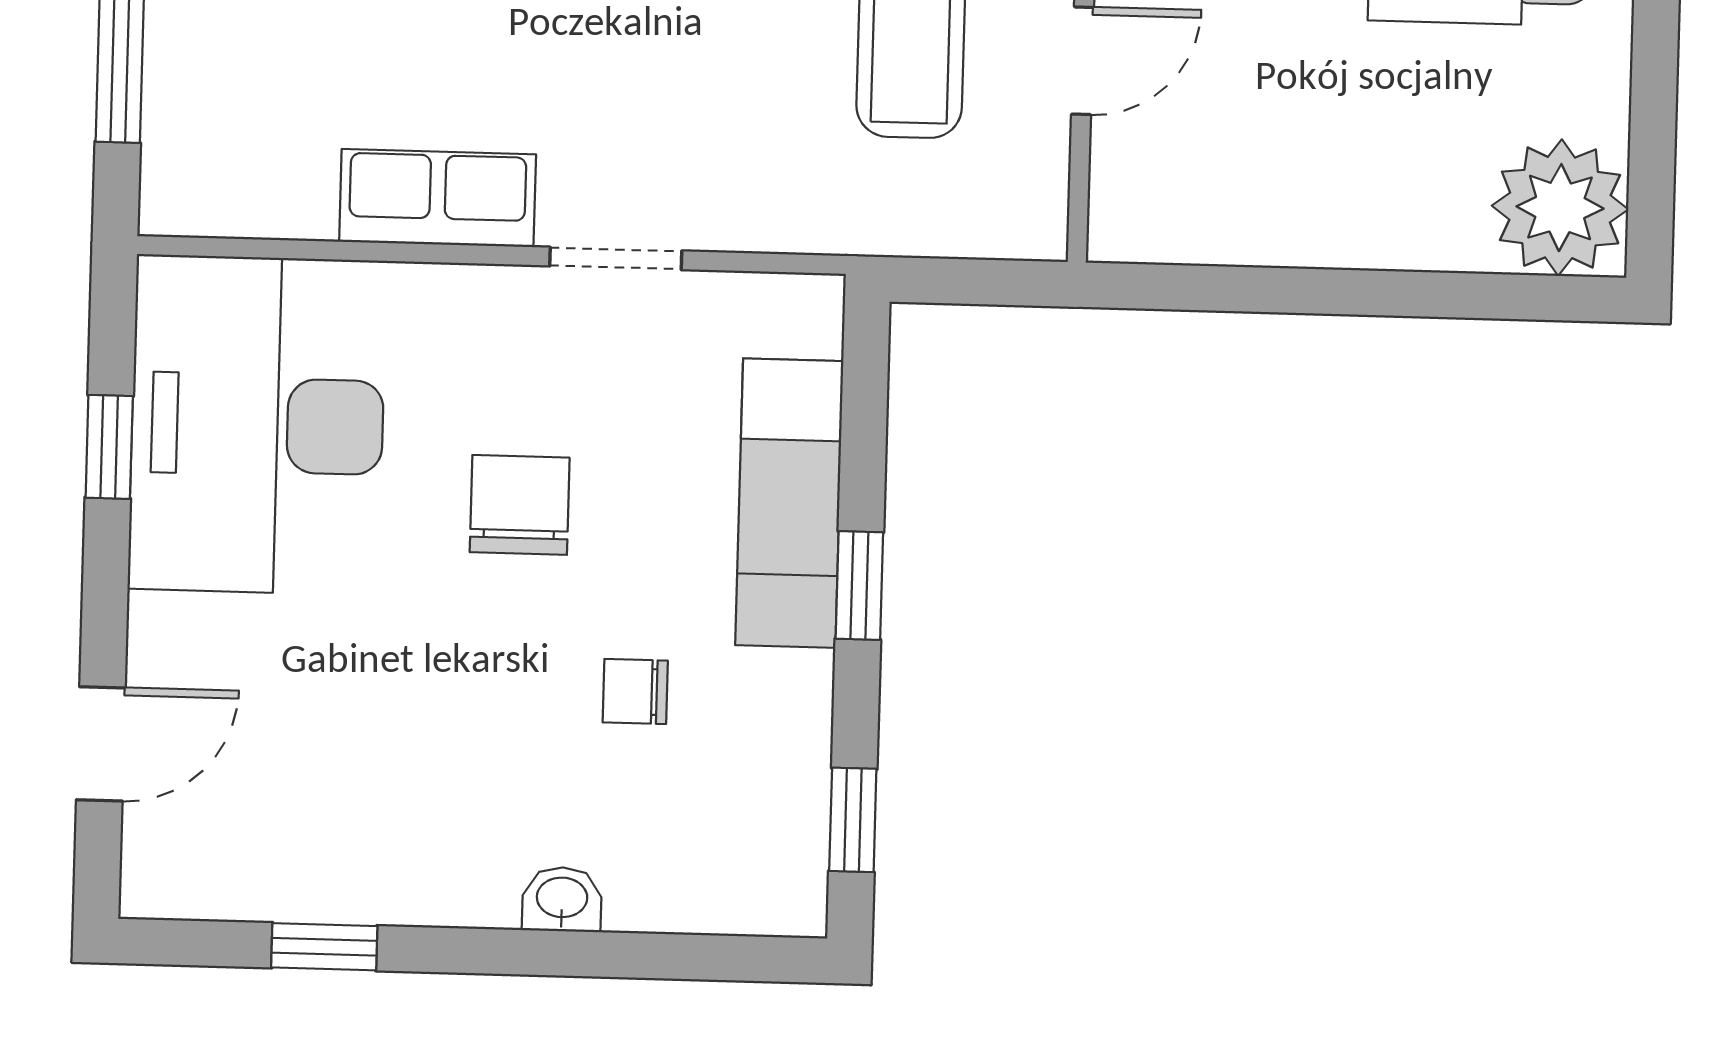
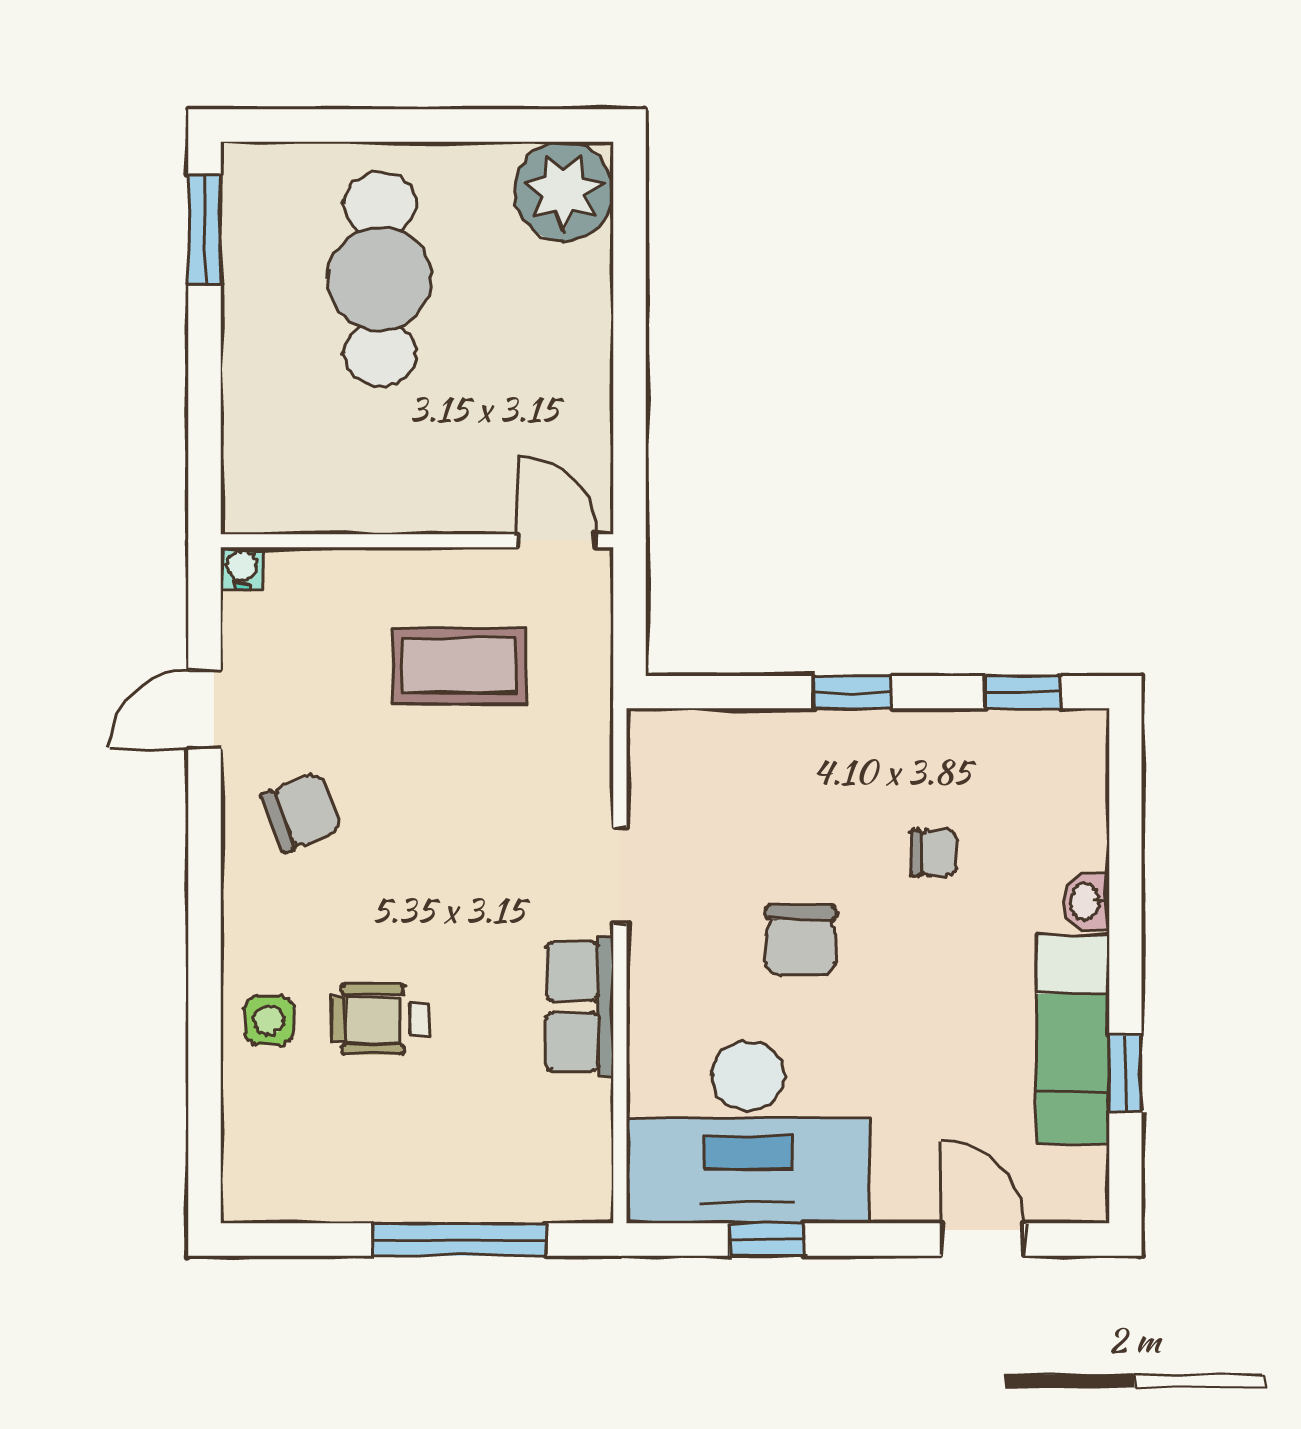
door: (1083, 61) -> (557, 541), moved
exam couch: (789, 503) -> (1073, 1040), moved, turned 90
chair: (520, 505) -> (801, 940), turned -90
chair: (635, 691) -> (934, 853), turned -90

